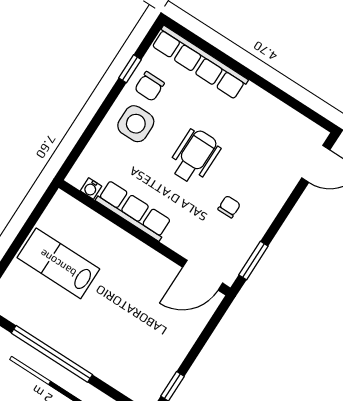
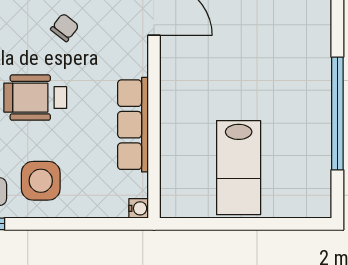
water cooler: (91, 188) -> (139, 208), moved
chair: (229, 207) -> (65, 28), turned 128

